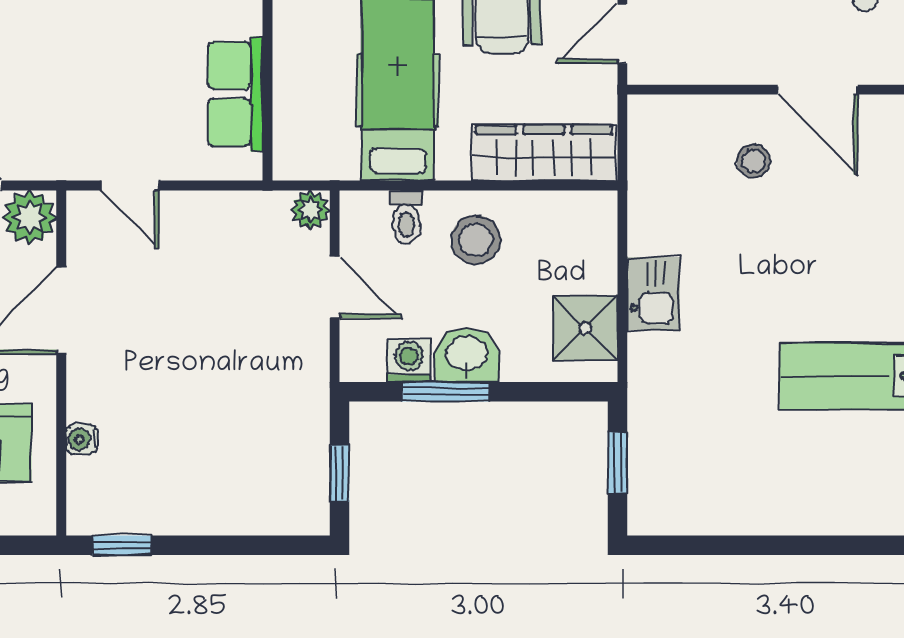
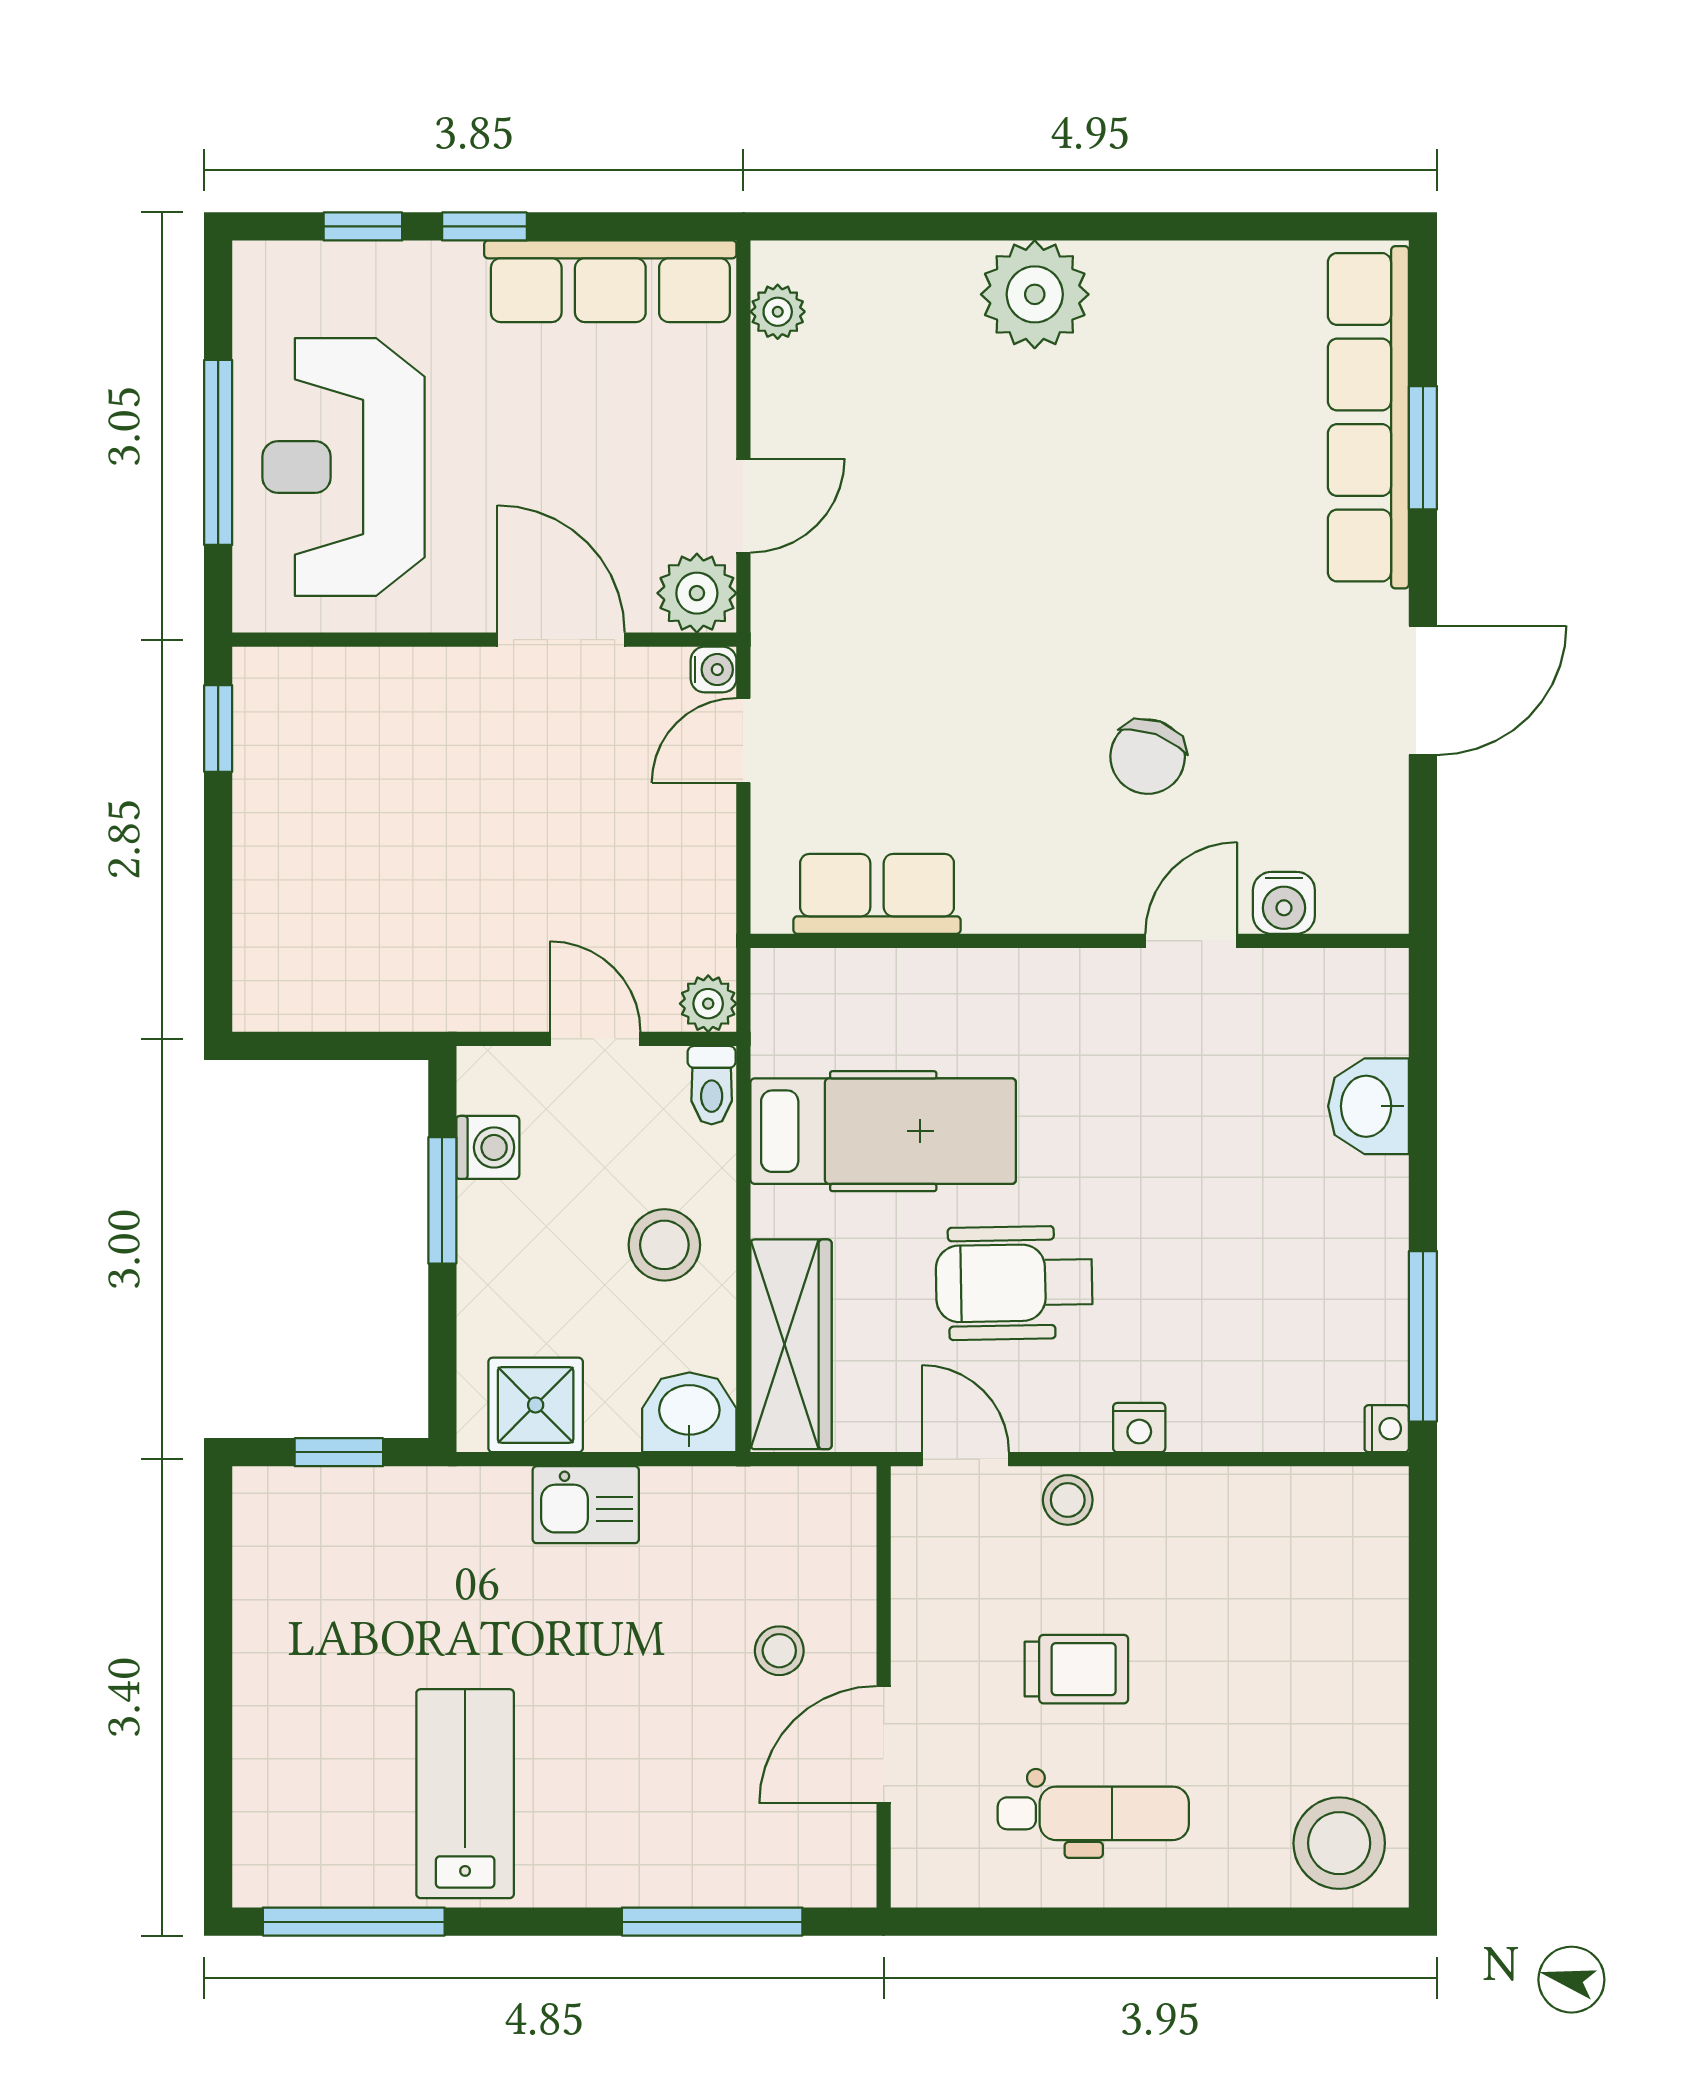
toilet: (406, 217) -> (712, 1085), moved, turned -90
door: (335, 287) -> (595, 1039), swing flipped
washbasin: (467, 355) -> (689, 1412), moved, turned -90
water cooler: (82, 439) -> (714, 670), moved, turned 90
window: (339, 474) -> (322, 1046), removed

